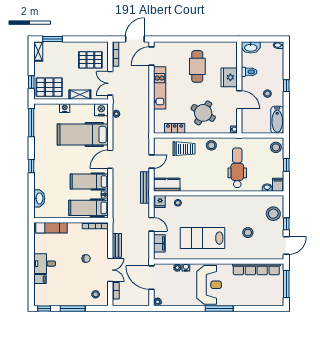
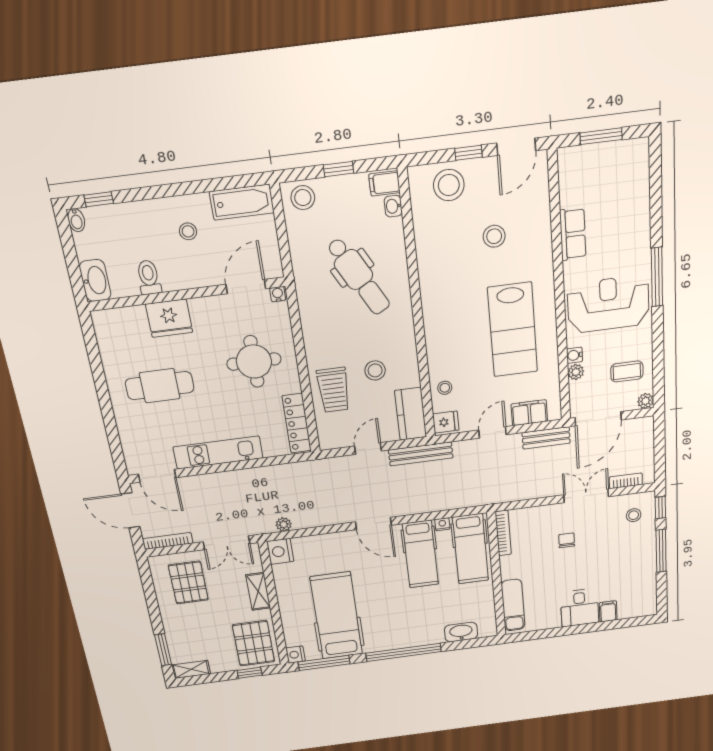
window: (286, 86) -> (99, 199), moved
door: (239, 100) -> (246, 287), moved
nightstand: (65, 108) -> (295, 655), moved
round table: (203, 113) -> (254, 362), turned -30
locker: (175, 128) -> (297, 423), width x1.53
hospital bed: (83, 135) -> (336, 616), moved, turned 180
stool: (211, 145) -> (375, 370), moved
trolley: (184, 149) -> (334, 390), turned 180
door: (152, 162) -> (368, 449), hinge flipped
window: (31, 166) -> (403, 652), width x3.17
dental chair: (237, 168) -> (359, 277), turned -119
bench: (117, 245) -> (546, 438), moved
door: (286, 245) -> (516, 147), swing flipped
row of seats: (256, 269) -> (573, 234), width x0.50
window: (286, 284) -> (601, 136), width x0.69
coffee table: (174, 293) -> (627, 371), added
window: (44, 308) -> (660, 508), moved

